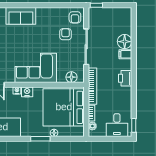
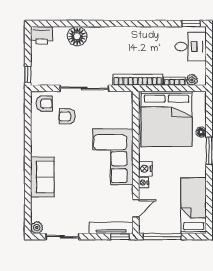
filing cabinet: (125, 54) -> (94, 35), removed
floor lamp: (71, 77) -> (125, 108), removed
printer: (125, 78) -> (41, 35), moved

